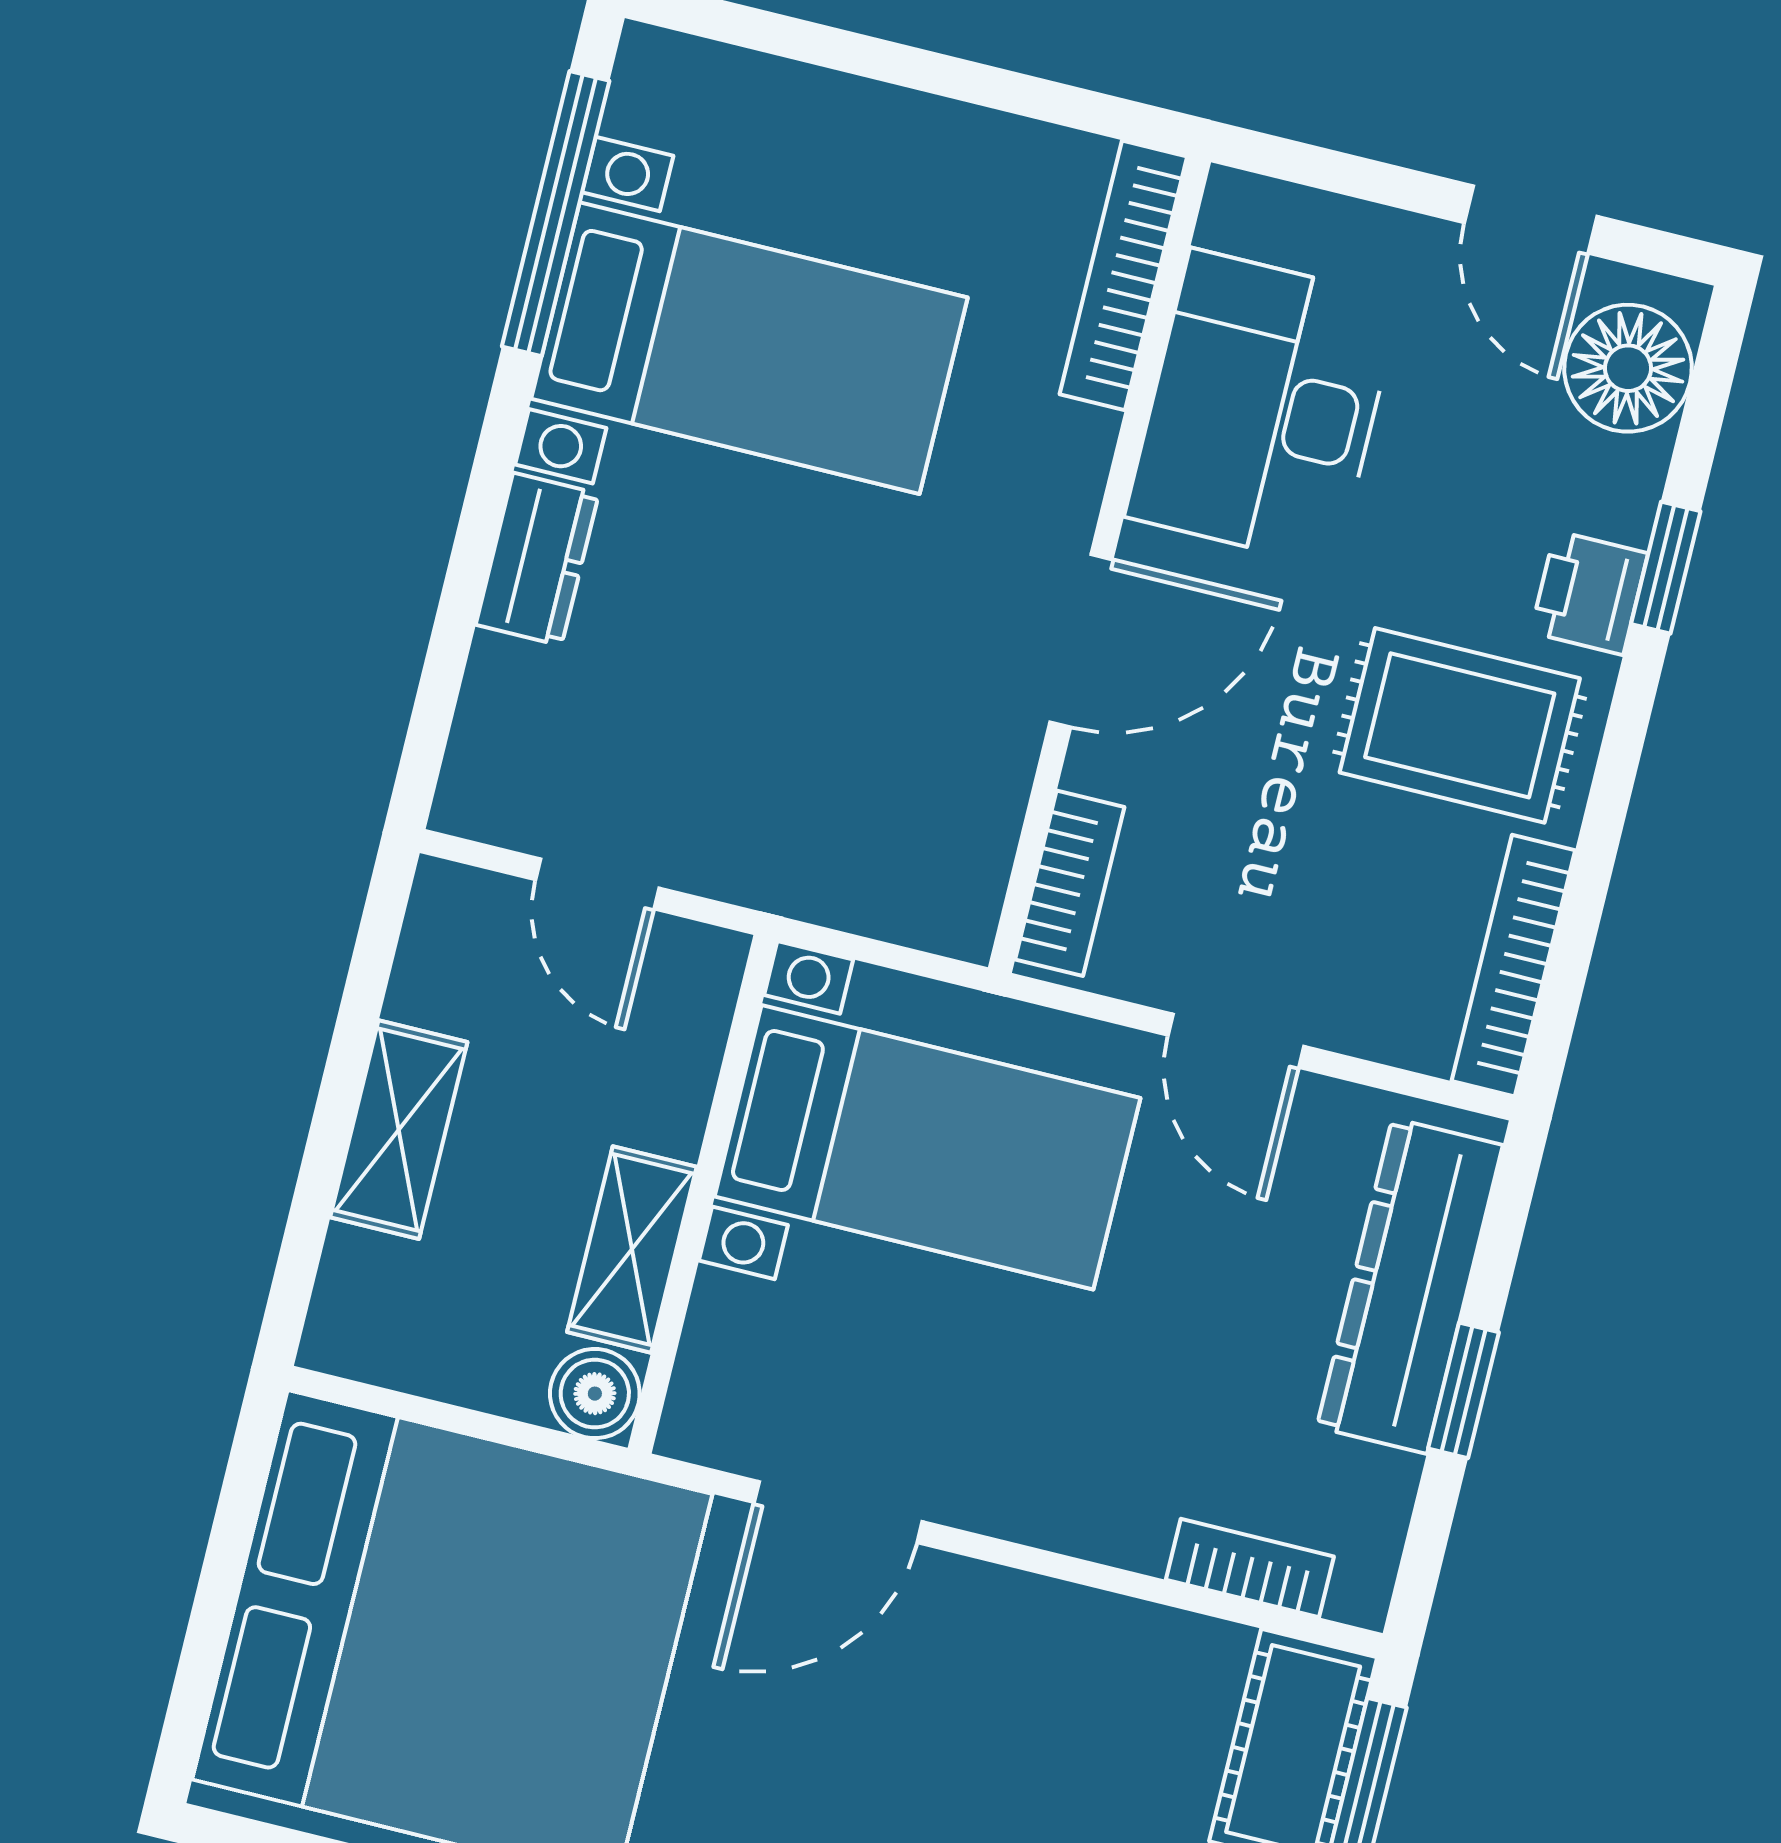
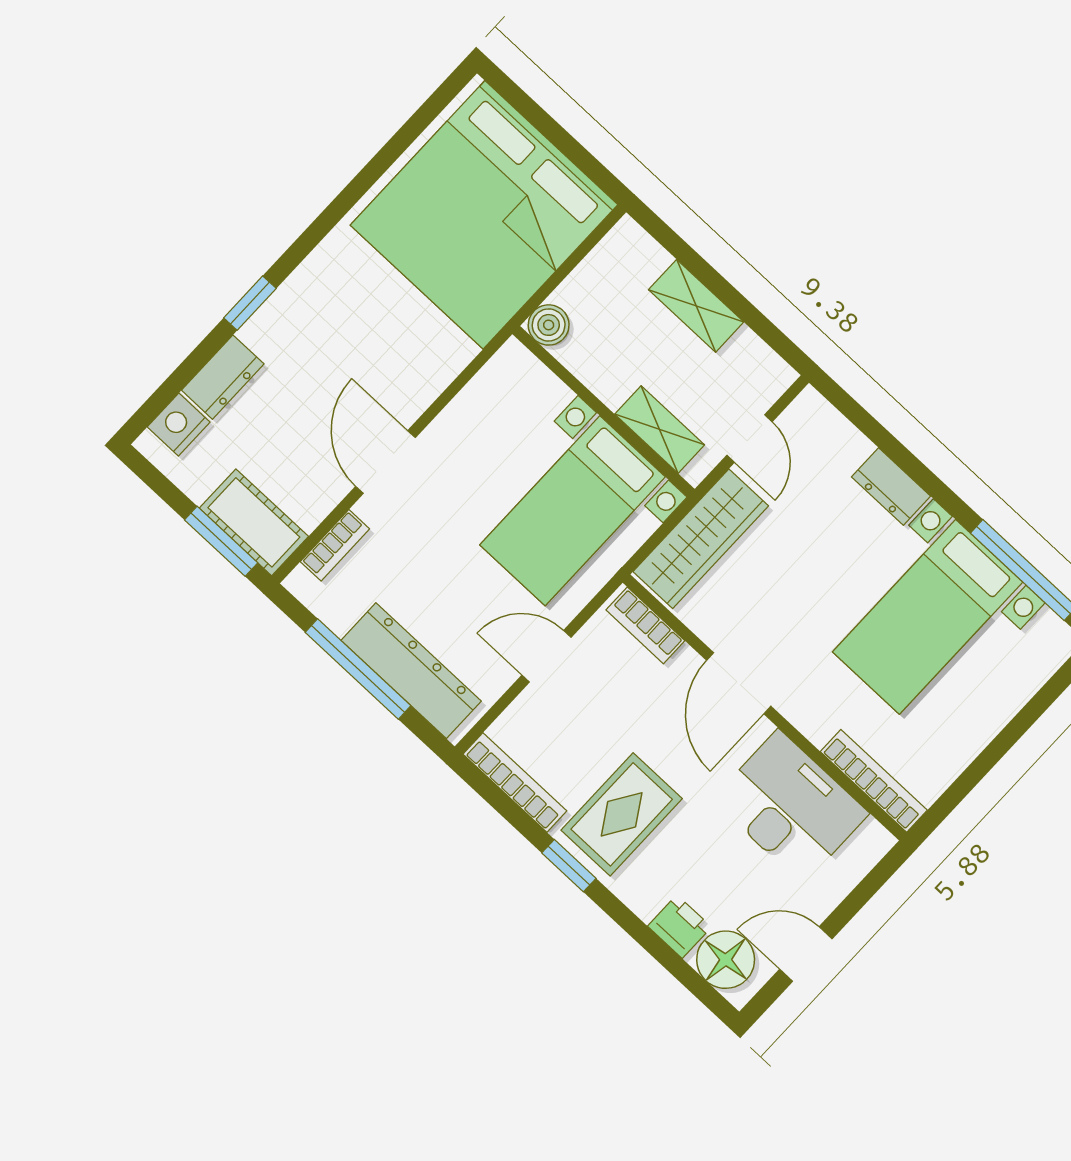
window: (1666, 568) -> (569, 866), moved
printer: (1589, 593) -> (680, 927), moved
wardrobe: (843, 870) -> (701, 539), added
door: (597, 884) -> (749, 438), swing flipped
shelving: (632, 1249) -> (660, 429), moved
window: (1464, 1390) -> (358, 669), width x2.17
door: (838, 1512) -> (386, 462), moved

